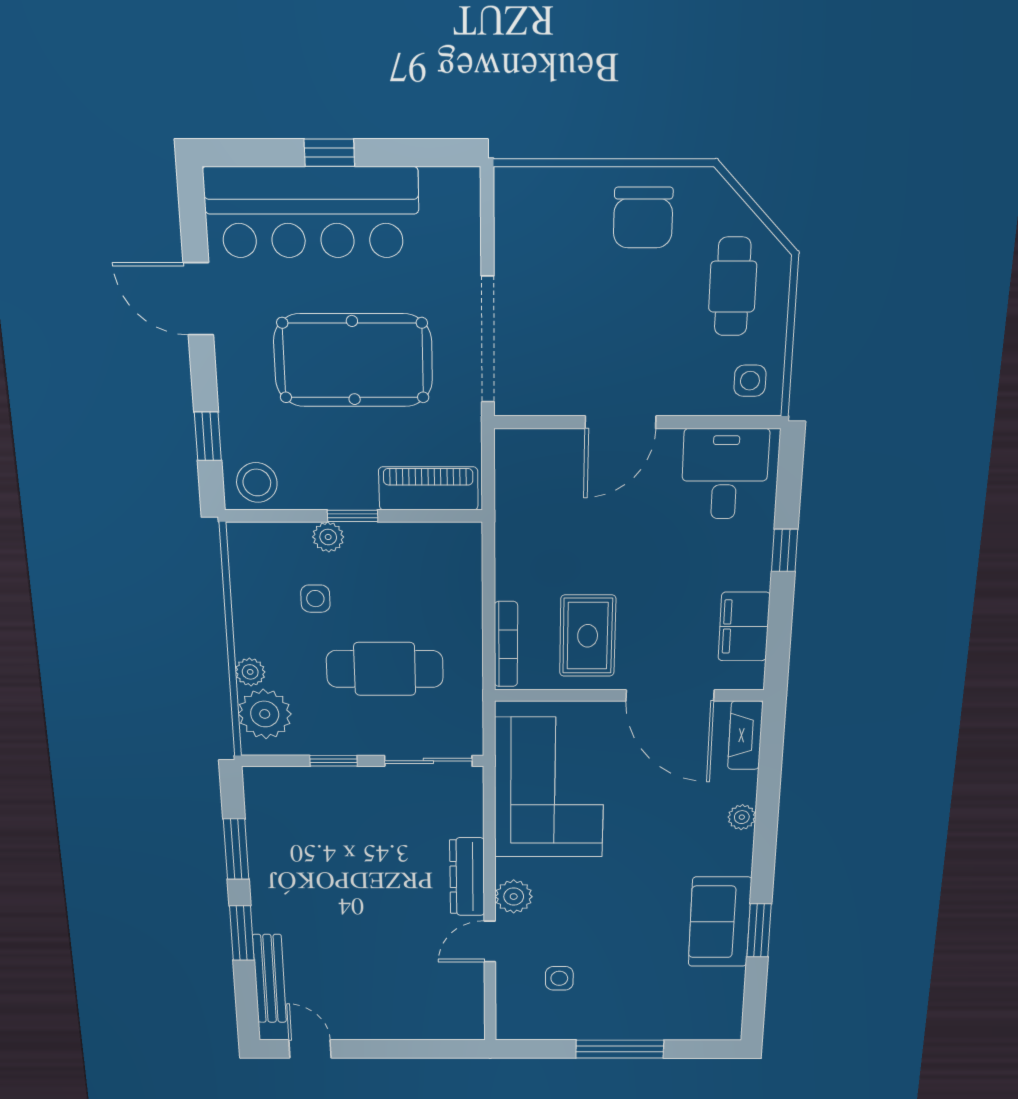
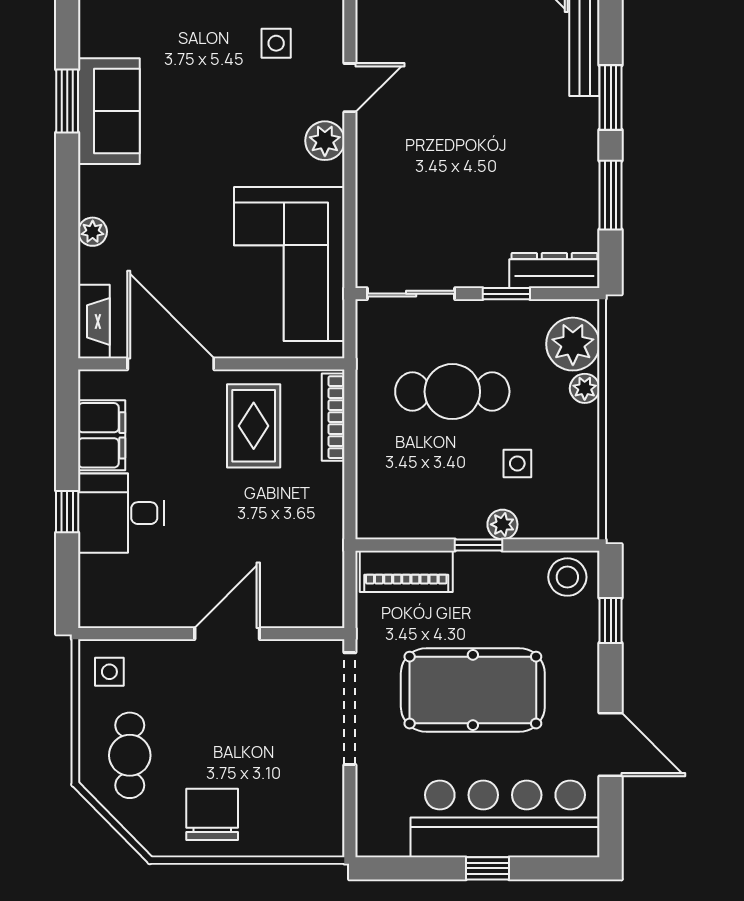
desk: (725, 474) -> (121, 513), moved, turned 90
dresser: (467, 877) -> (554, 270), moved, turned -90

